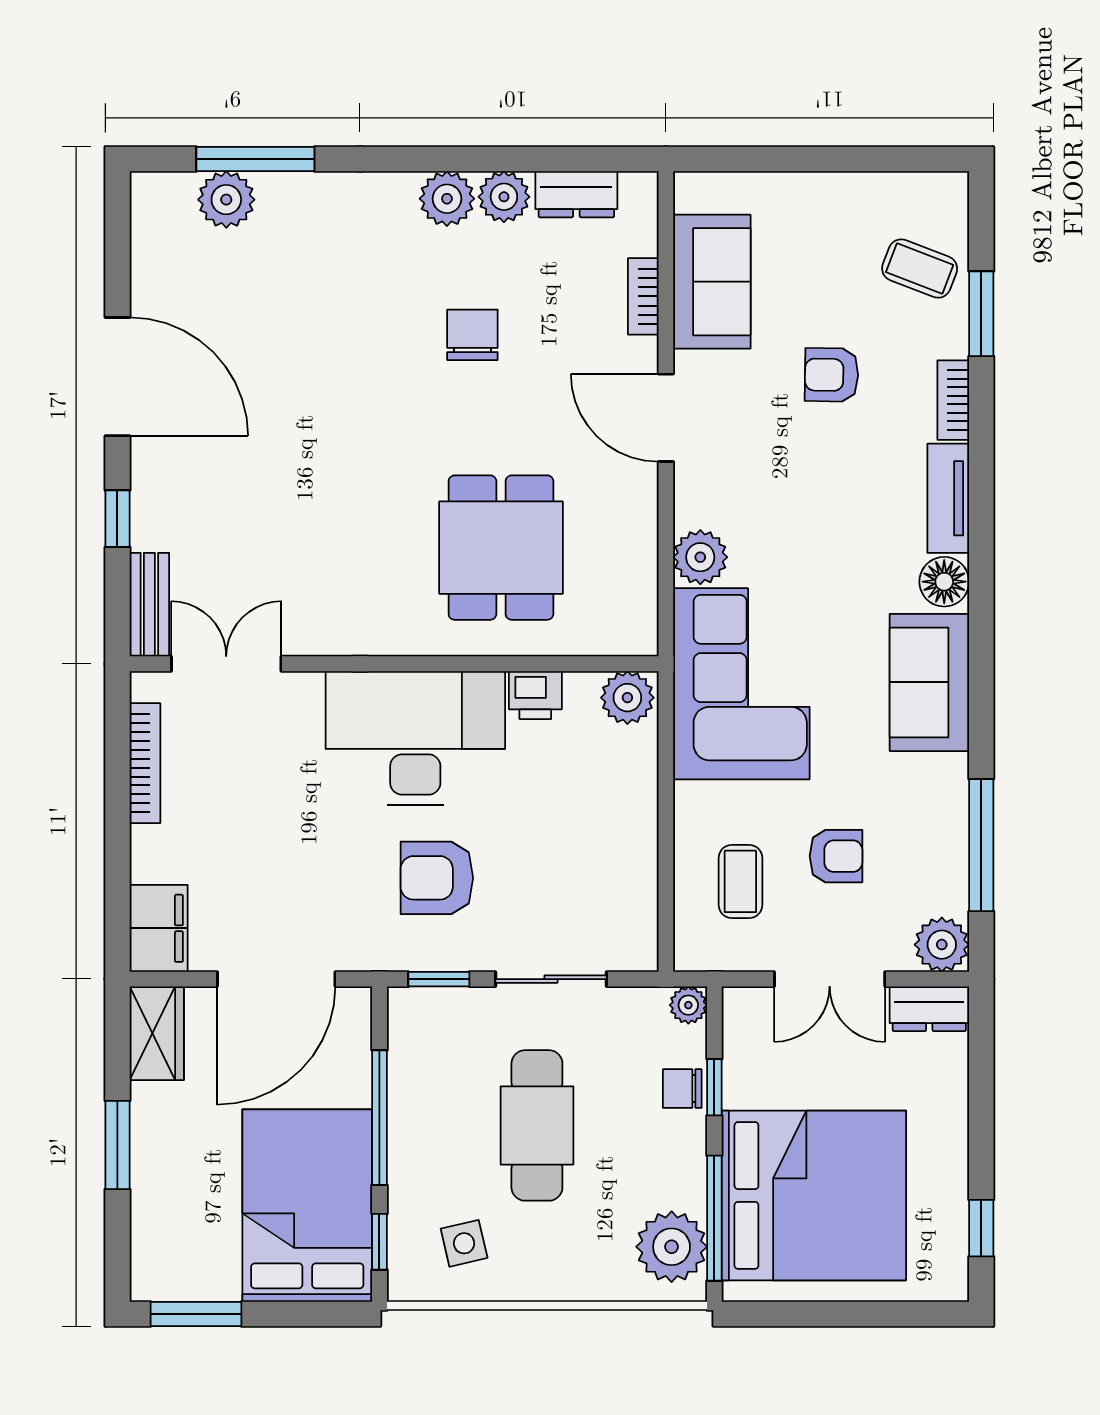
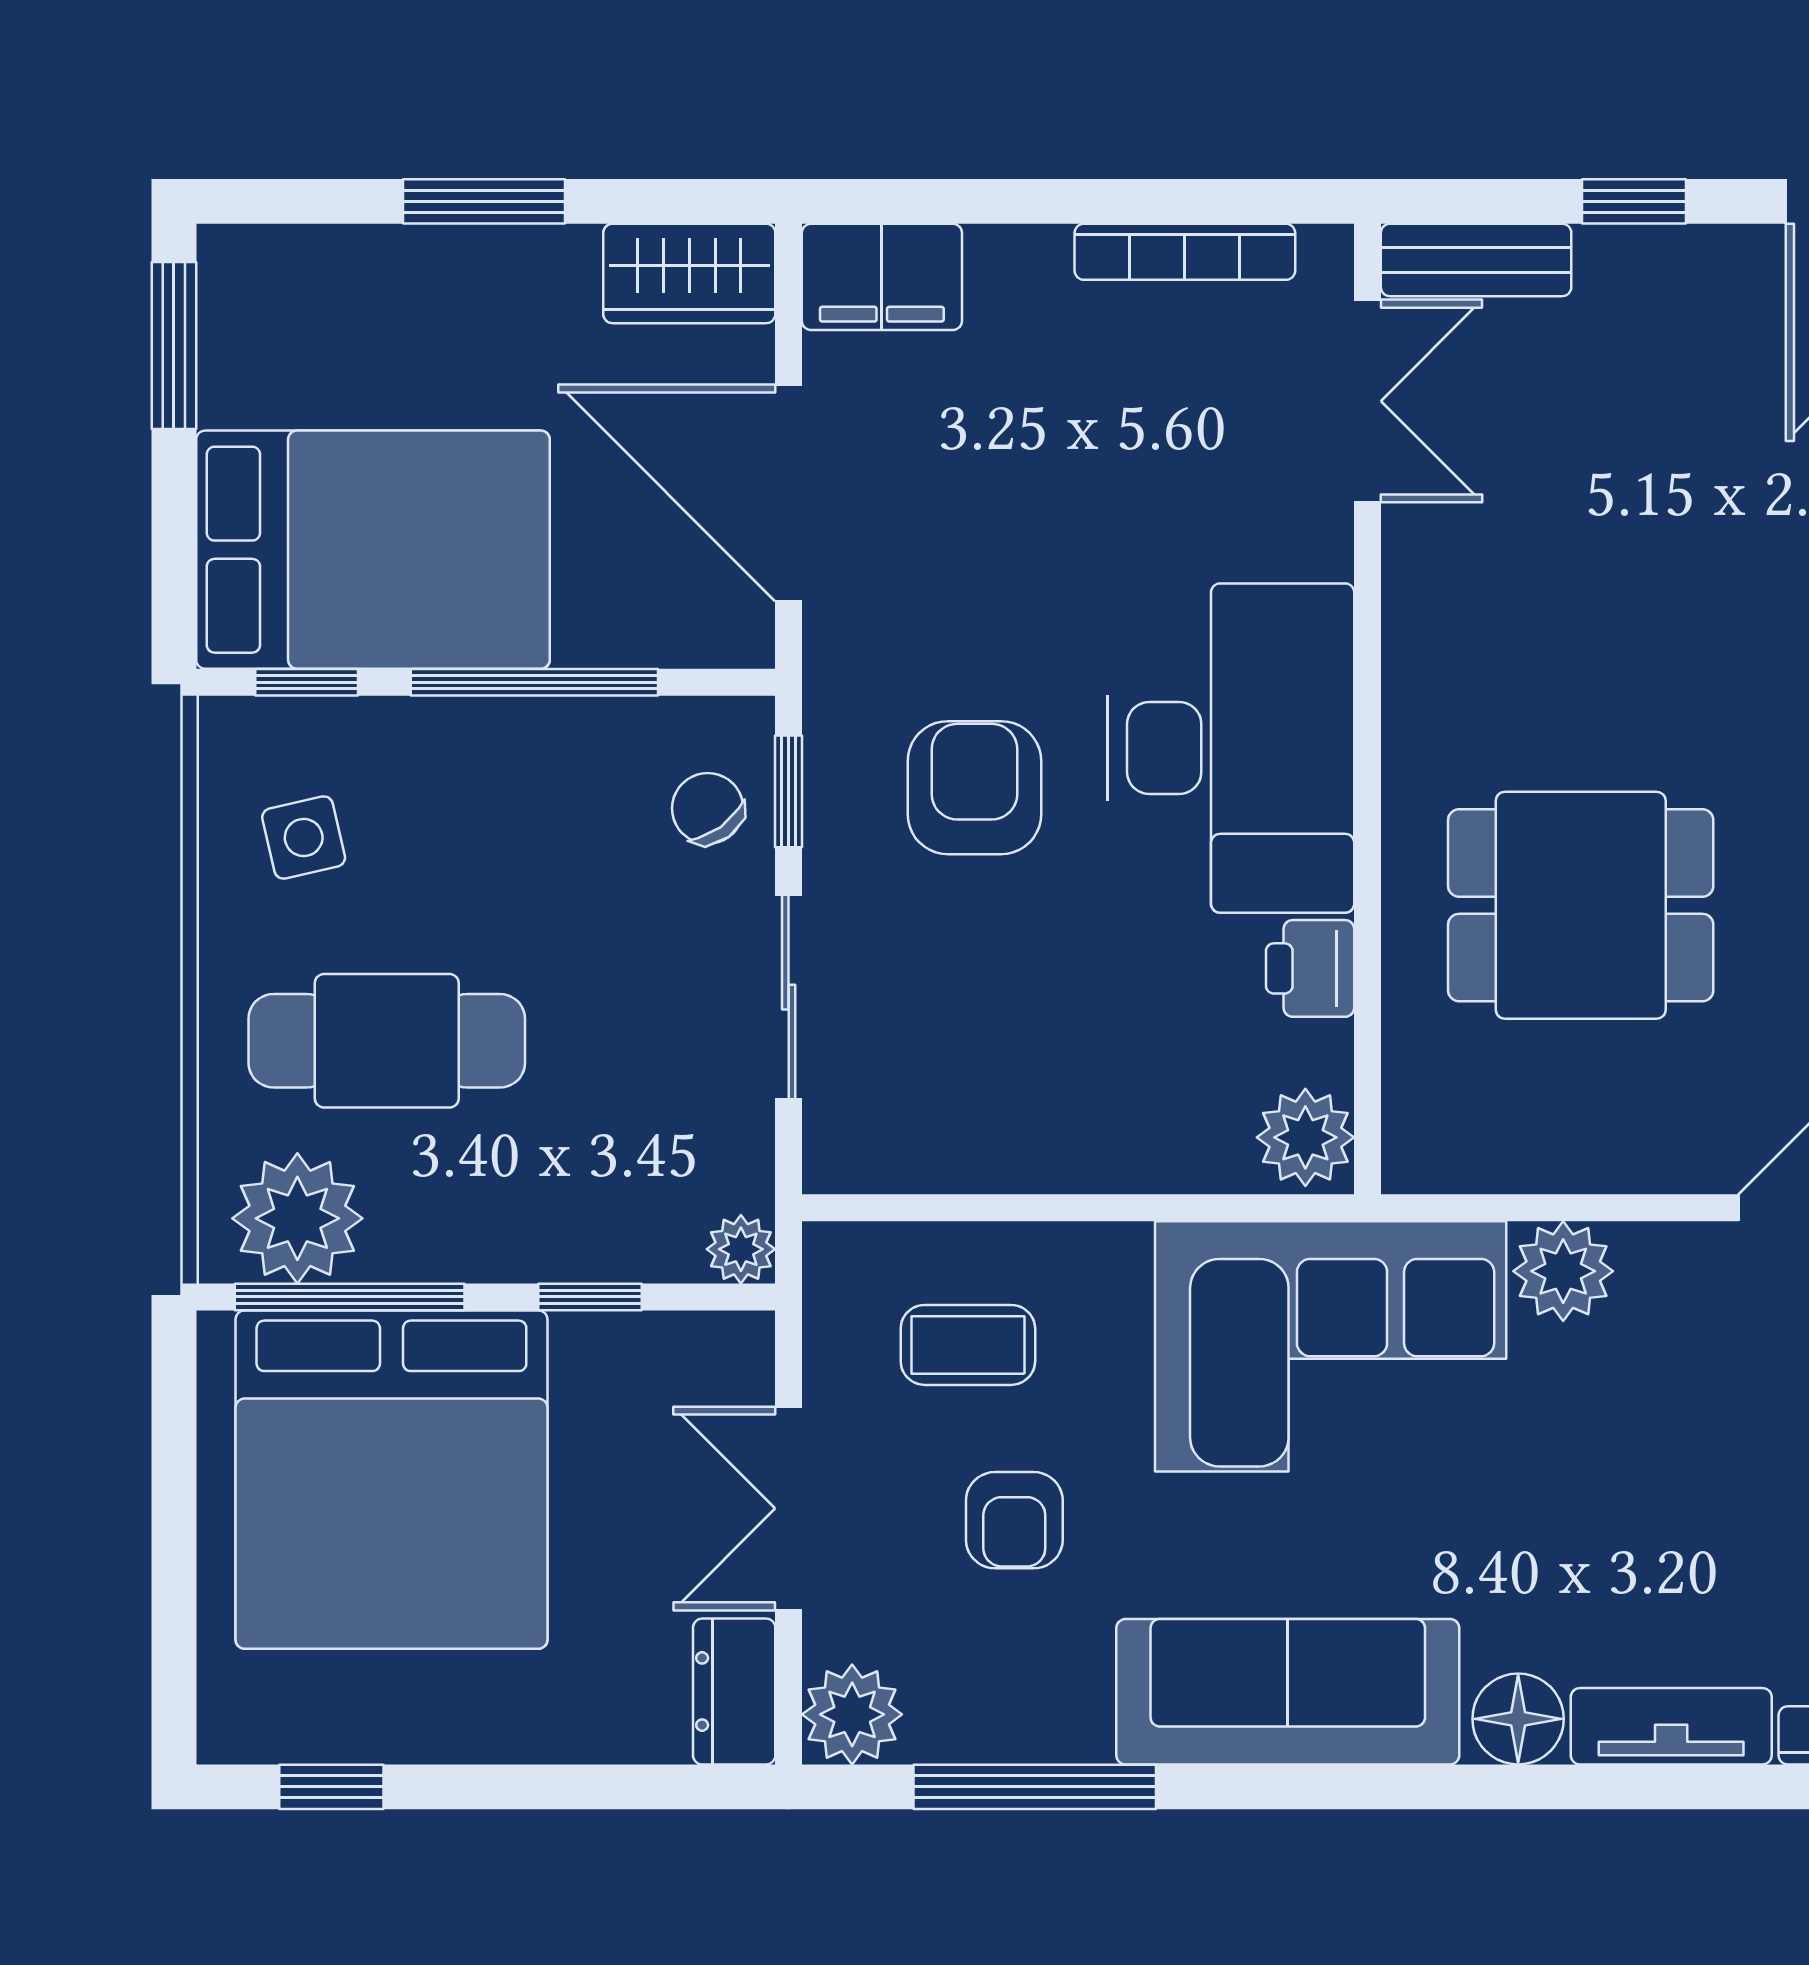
sofa: (929, 682) -> (1288, 1692), width x1.36
chair: (682, 1089) -> (708, 808), moved, turned -36
cafe table: (537, 1125) -> (387, 1041), moved

